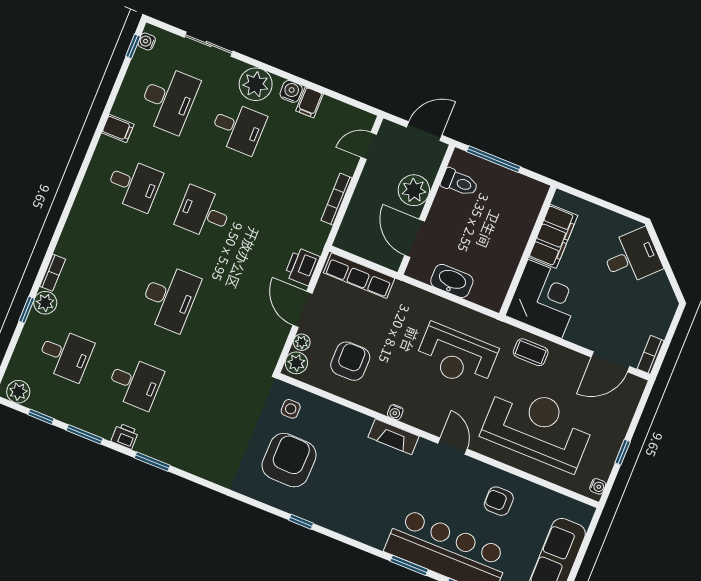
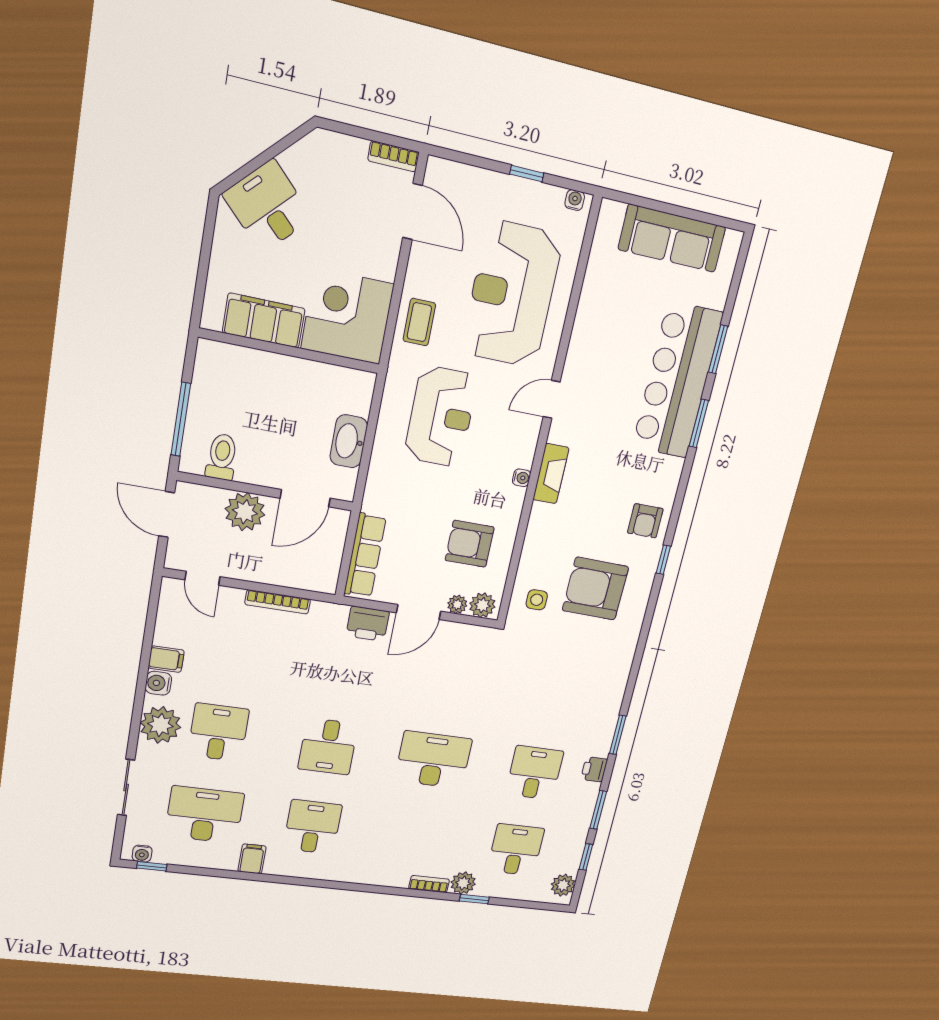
armchair: (499, 501) -> (645, 521), moved

